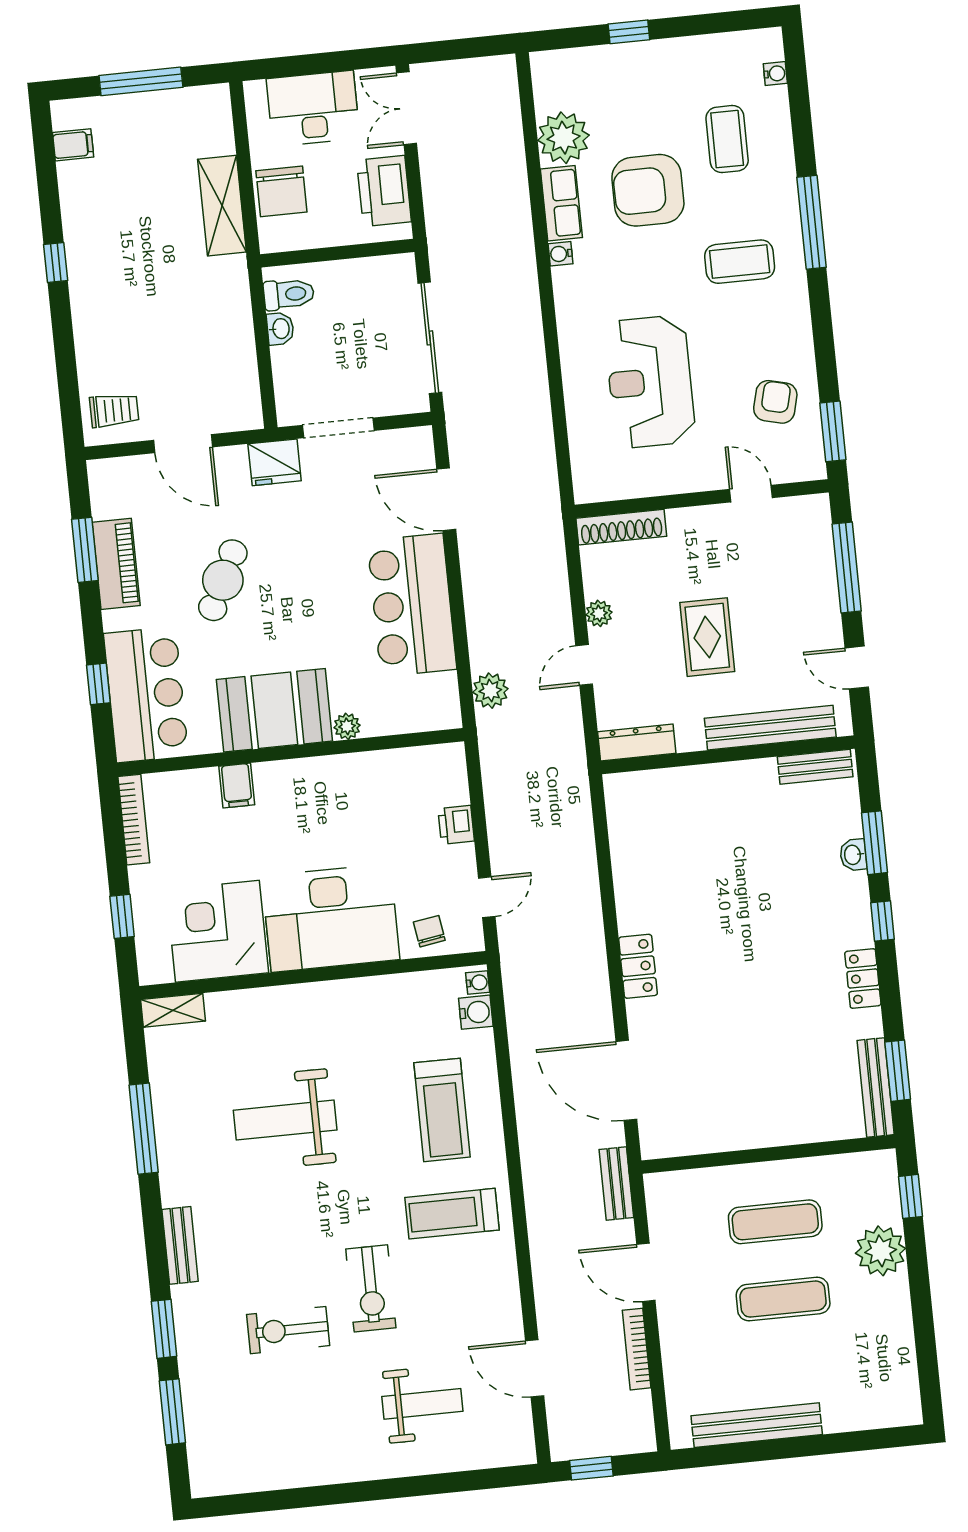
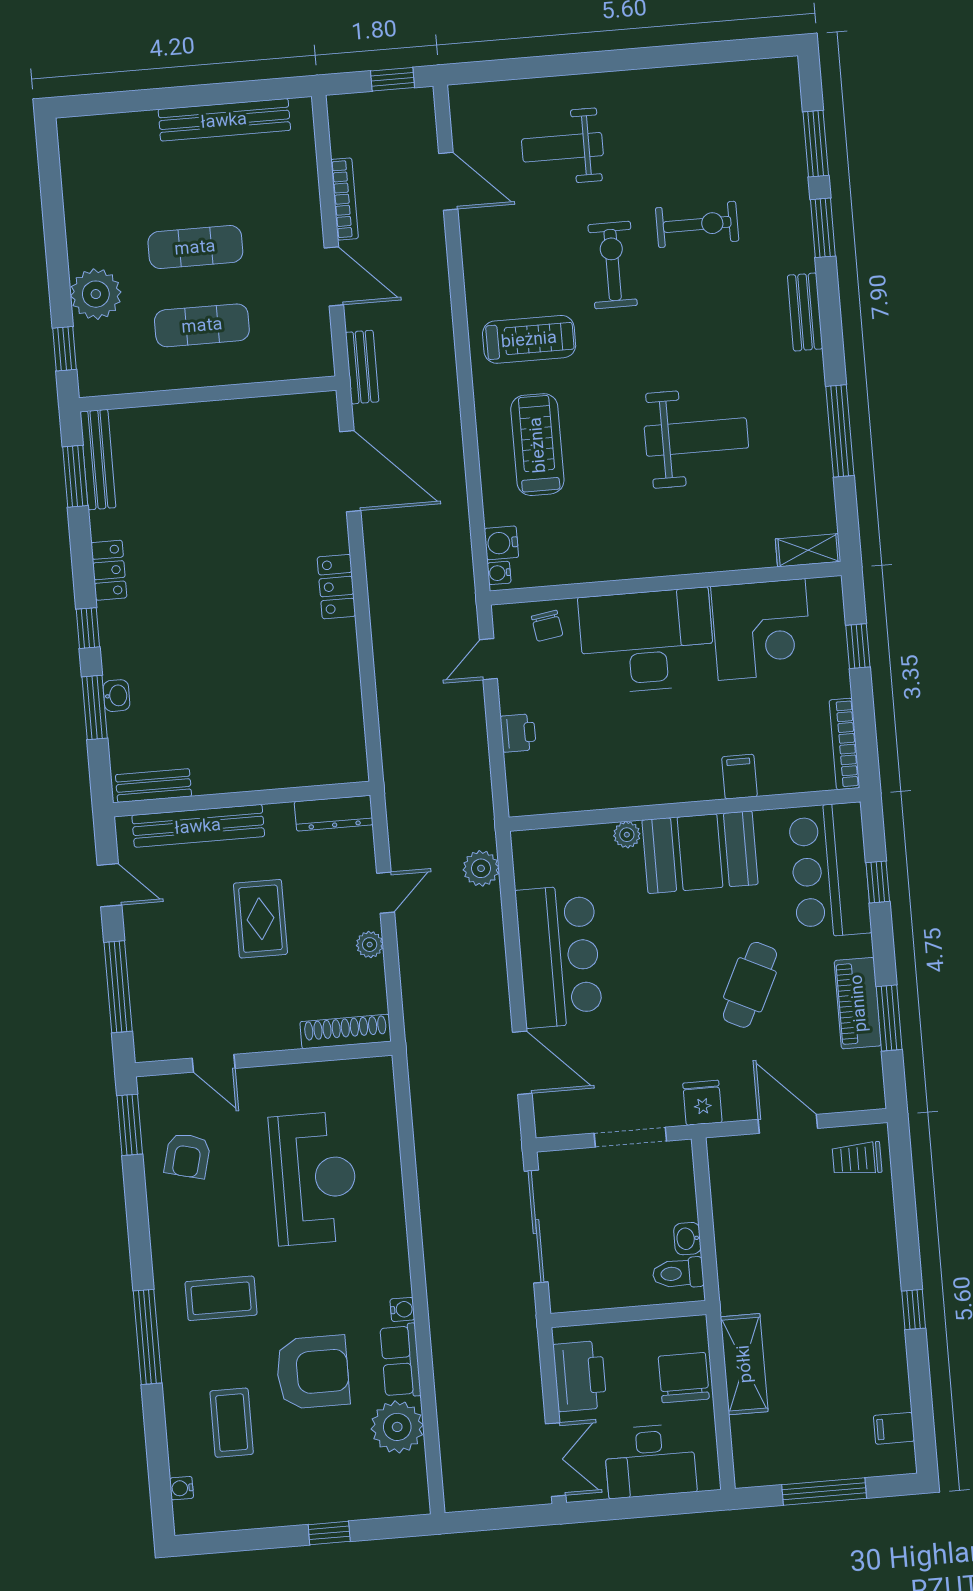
fridge: (275, 462) -> (702, 1103), width x0.72

